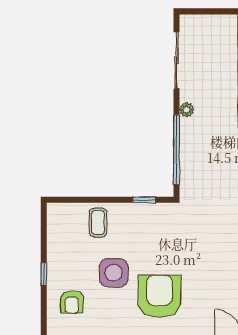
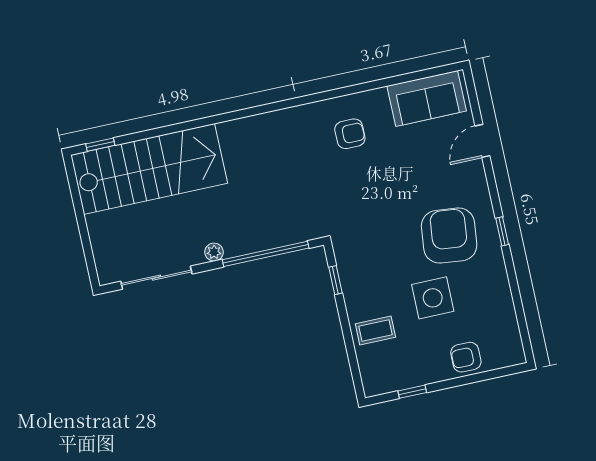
window: (44, 274) -> (412, 392), moved
armchair: (160, 296) -> (449, 236), turned 96
armchair: (72, 302) -> (466, 357), moved, turned 180

